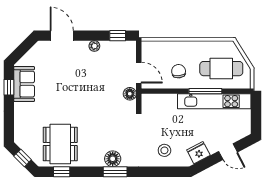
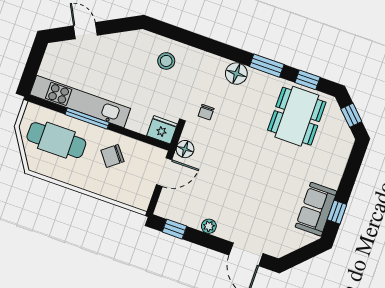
chair: (179, 71) -> (112, 156), turned 57
door: (139, 73) -> (164, 172), swing flipped
chair: (124, 125) -> (206, 112), added
fridge: (198, 153) -> (162, 130), moved, turned -152
window: (115, 172) -> (267, 66), moved

